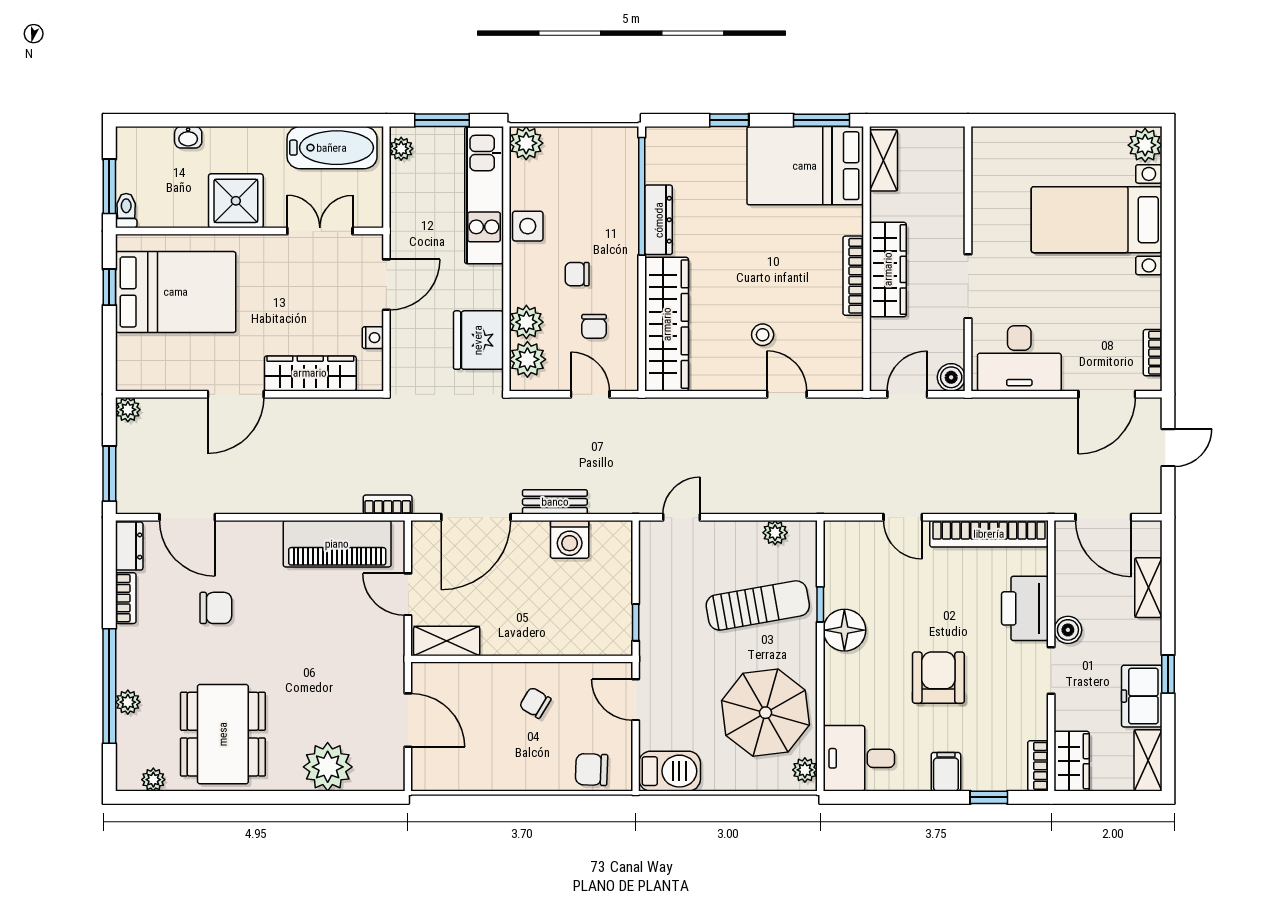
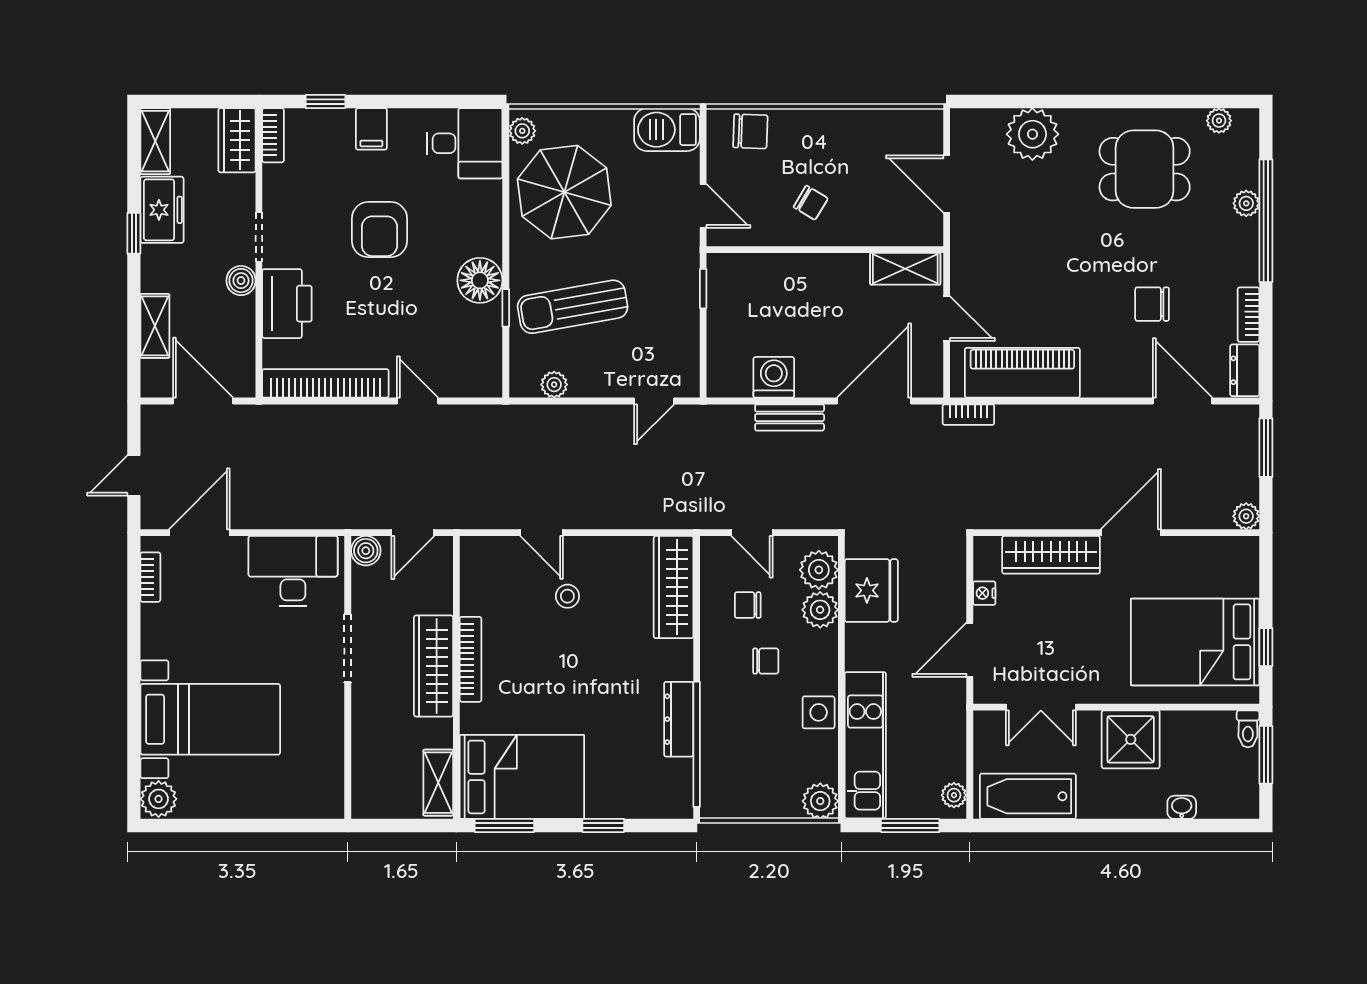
wardrobe: (667, 324) -> (674, 587), width x0.71, depth x0.85
chair: (594, 326) -> (748, 605), turned -90
dining table: (223, 734) -> (1145, 169), width x0.73

